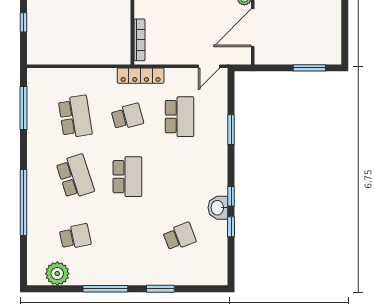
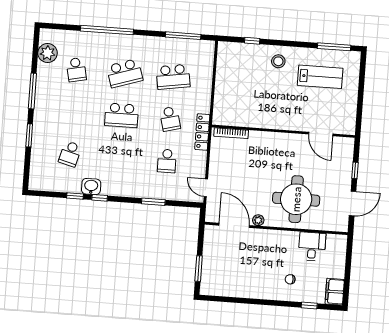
school desk: (179, 117) -> (167, 161), width x0.54
school desk: (179, 237) -> (70, 154), turned 36

